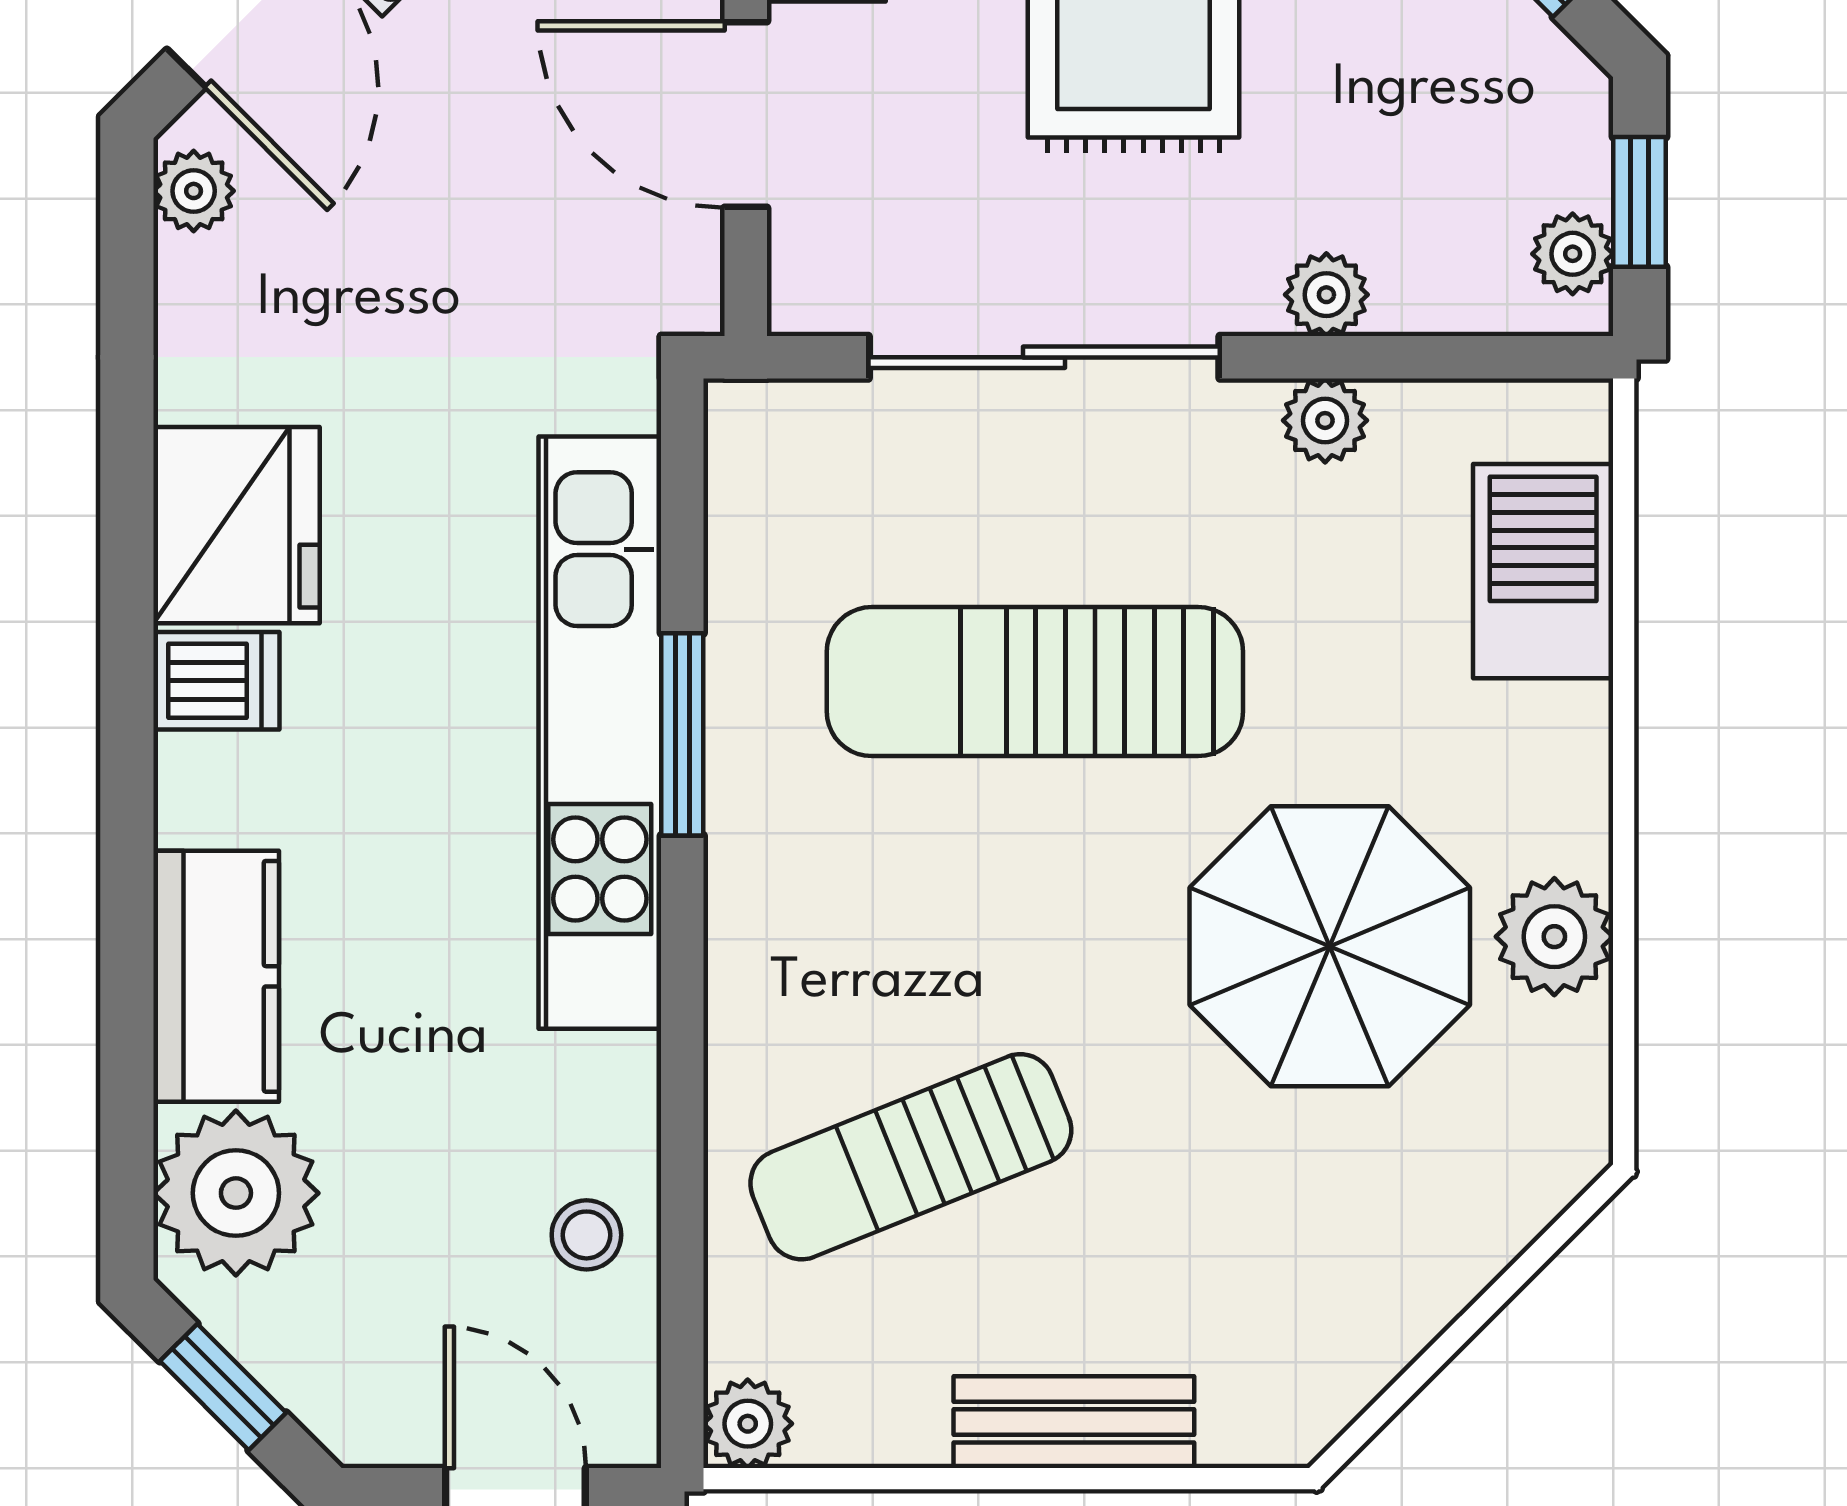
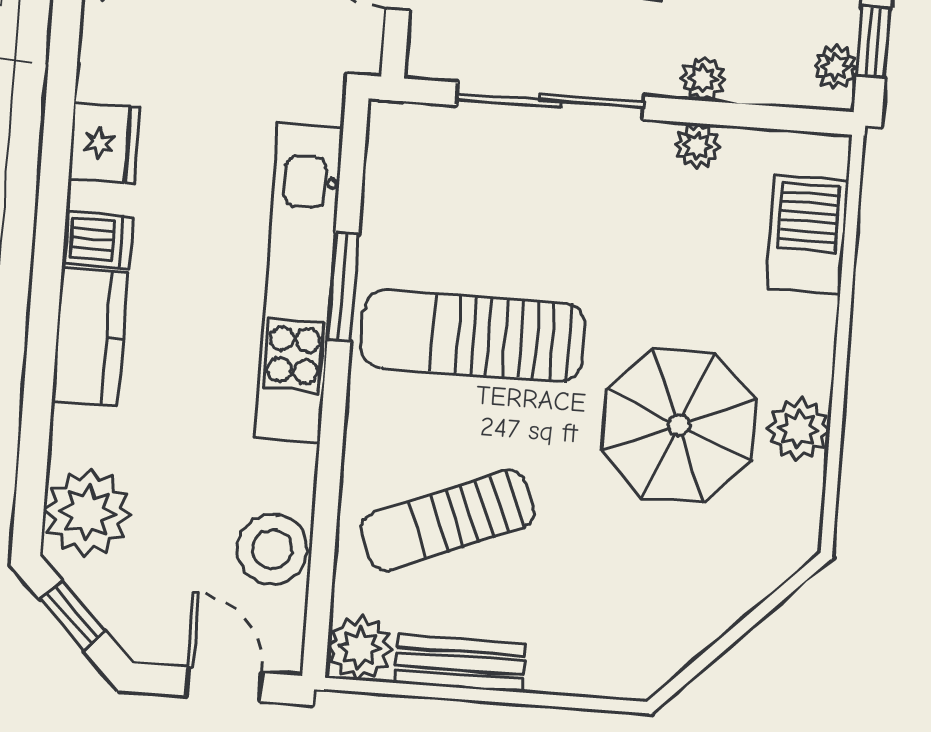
fridge: (236, 525) -> (104, 143), width x0.73, depth x0.75
sun lounger: (1035, 682) -> (473, 336), moved
kitchen counter: (216, 976) -> (90, 337), moved
stool: (586, 1235) -> (272, 549), width x1.89, depth x1.89
bench: (1074, 1422) -> (460, 663), moved
plant: (748, 1424) -> (360, 648), width x1.38, depth x1.38

